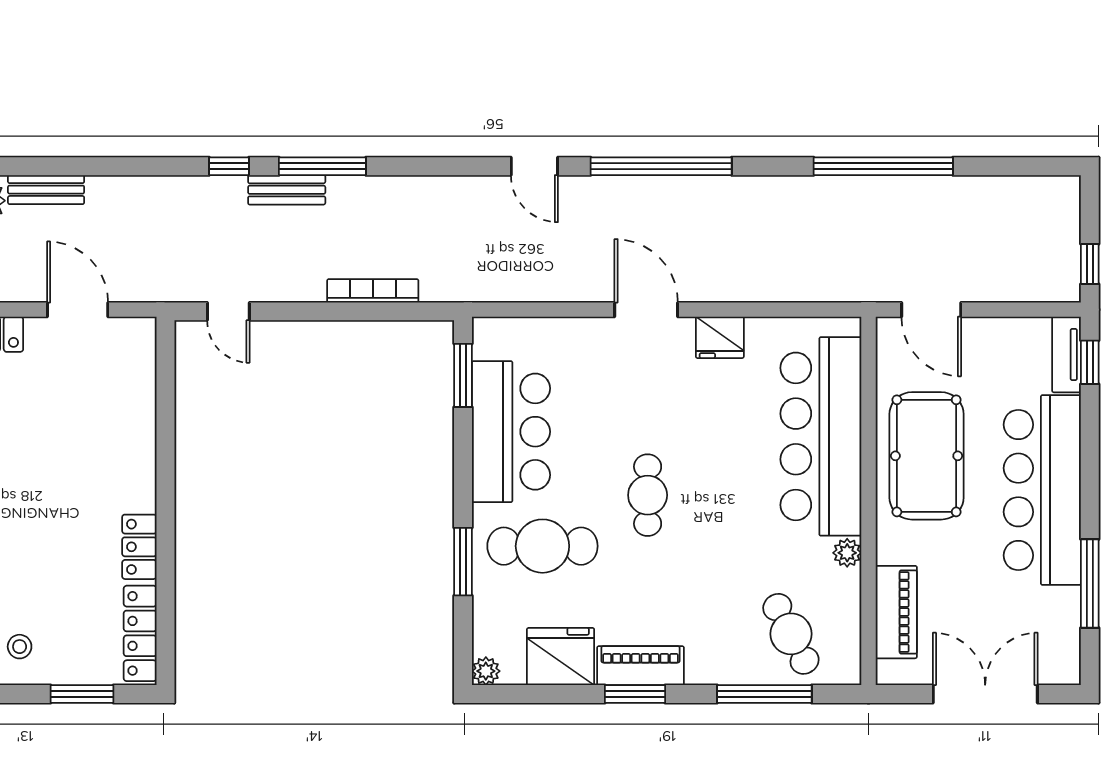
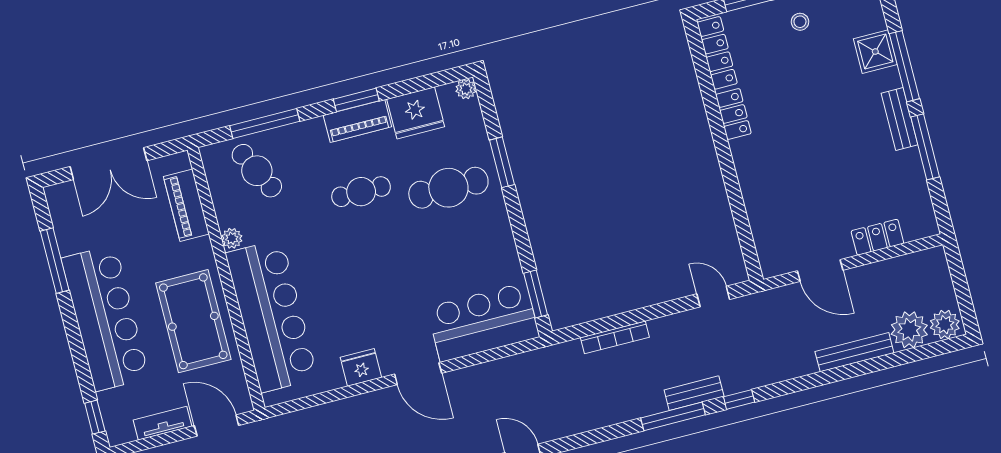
bench: (46, 190) -> (854, 352), width x1.36
tv unit: (1067, 355) -> (162, 423), moved, turned -90
bar counter: (511, 432) -> (483, 322), moved, turned 90
cafe table: (648, 495) -> (361, 192), moved, turned 90

